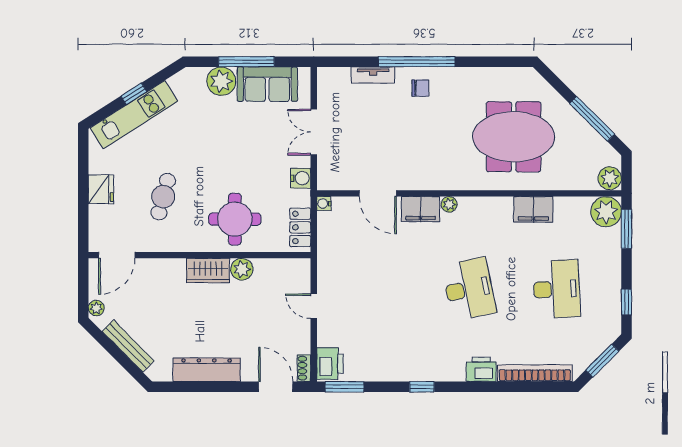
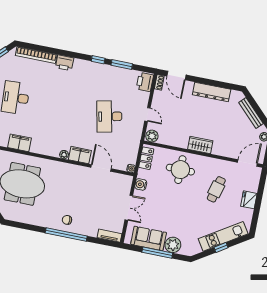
tv unit: (373, 75) -> (110, 236), moved
plant: (242, 269) -> (152, 136), moved
desk: (469, 289) -> (109, 116), moved
window: (344, 387) -> (122, 65), moved

